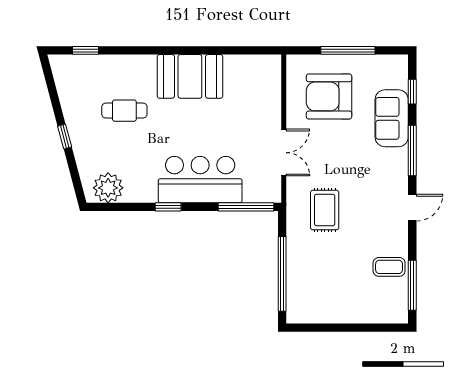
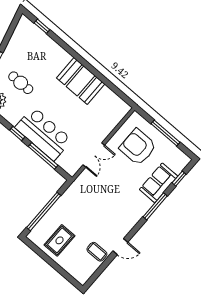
cafe table: (124, 111) -> (21, 83), moved
window: (246, 207) -> (43, 156), moved
door: (412, 208) -> (120, 247), moved
rug: (325, 210) -> (60, 240), moved
window: (412, 285) -> (100, 270), removed

